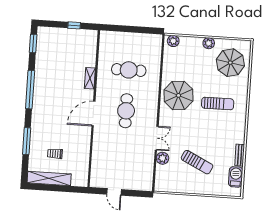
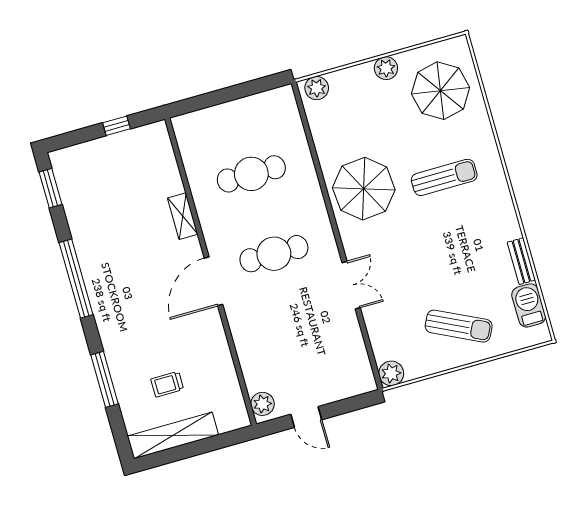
cafe table: (126, 111) -> (274, 254), turned 90
plant: (162, 158) -> (391, 373), moved
sun lounger: (197, 162) -> (459, 326), moved
plant: (96, 179) -> (262, 404), added

